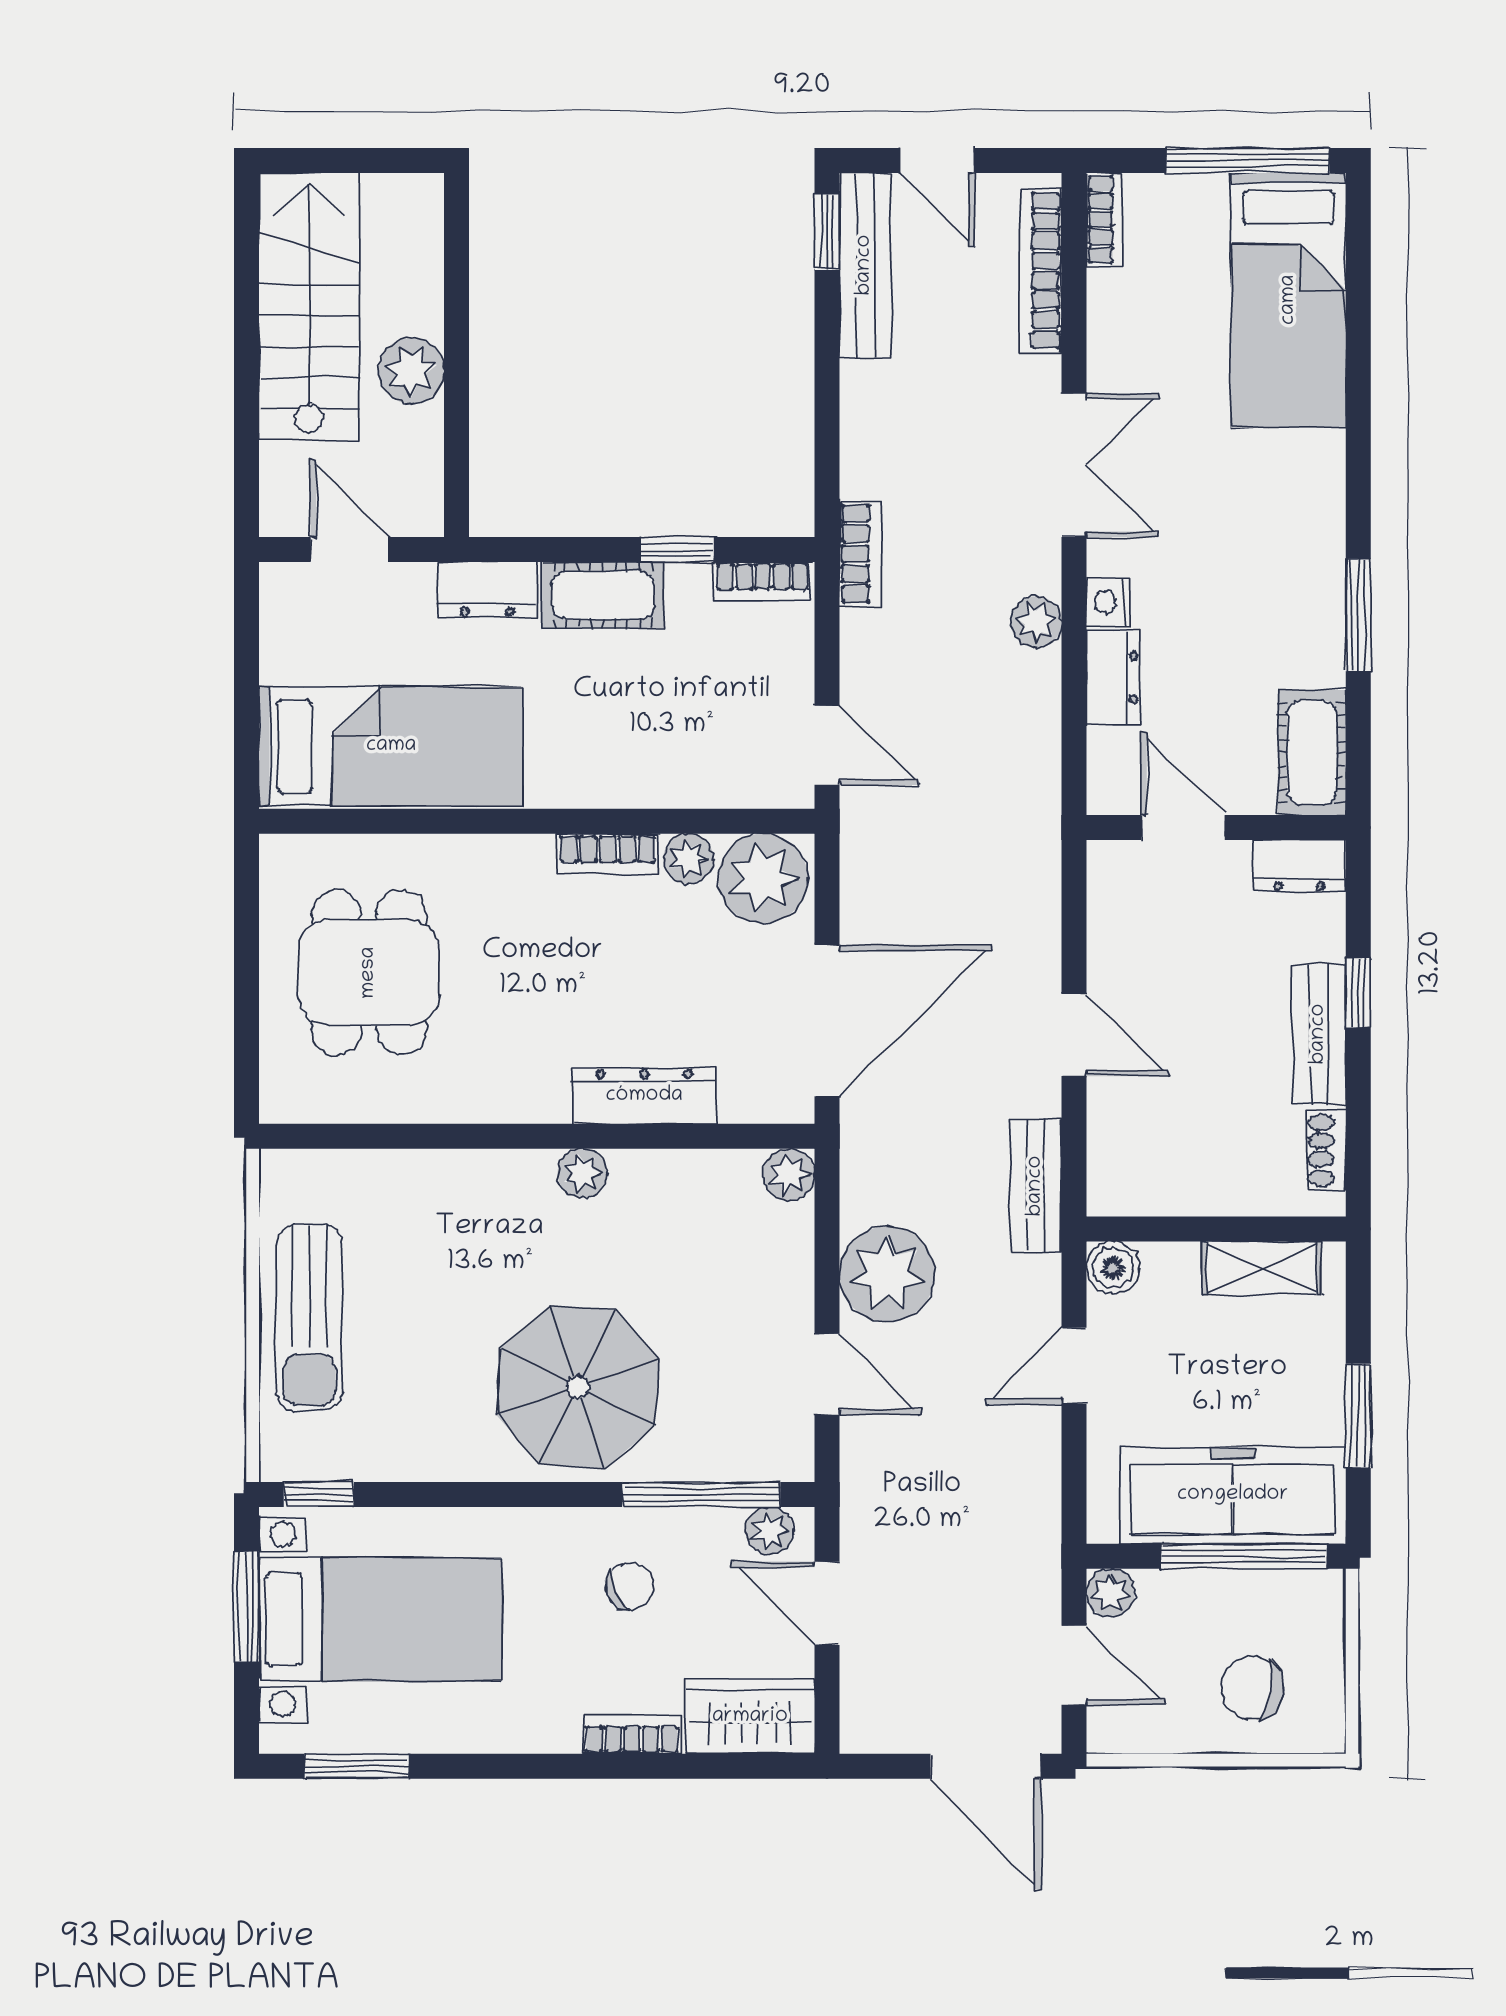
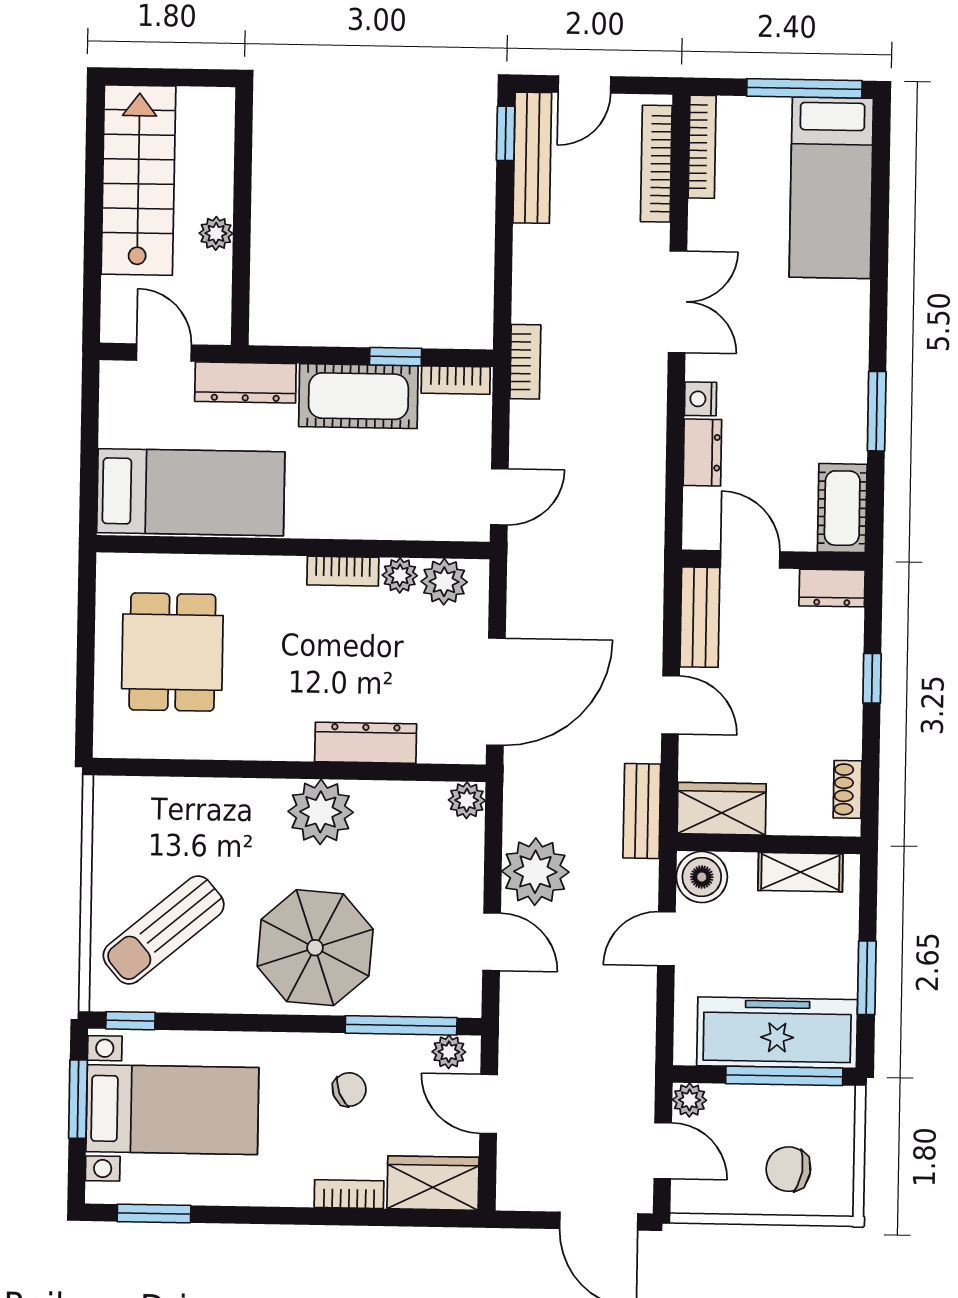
door: (937, 160) -> (585, 84), hinge flipped
bookcase: (1105, 219) -> (702, 147), width x1.56
plant: (411, 371) -> (216, 233), width x0.73, depth x0.73
dresser: (487, 590) -> (245, 382), width x1.44
cot: (603, 595) -> (358, 396), width x1.37, depth x1.34
plant: (1036, 622) -> (649, 412), removed
door: (827, 745) -> (499, 497), hinge flipped
plant: (763, 878) -> (444, 582), width x0.73, depth x0.73
bench: (1319, 1034) -> (700, 617), moved
plant: (582, 1173) -> (321, 812), width x1.88, depth x1.88
wardrobe: (1149, 1180) -> (722, 809), added
boiler: (1113, 1268) -> (702, 877), width x1.36, depth x1.36
sun lounger: (309, 1318) -> (164, 930), moved, turned 50

